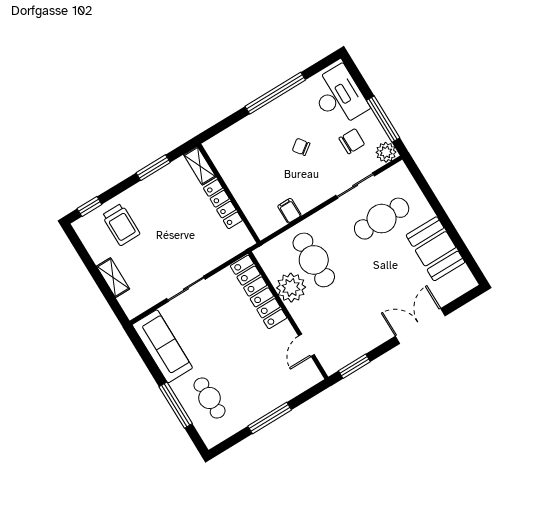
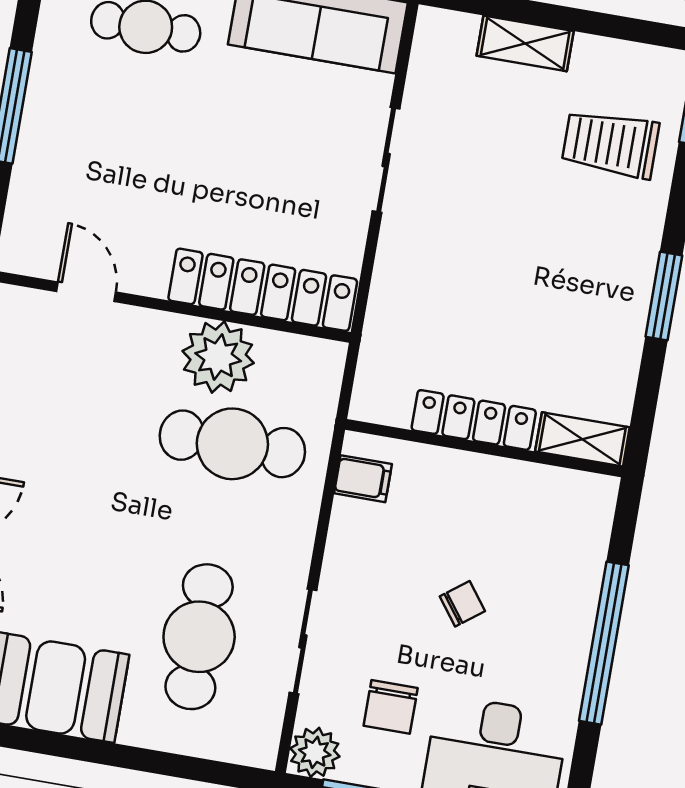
shelving: (200, 166) -> (582, 439), moved
wall: (229, 193) -> (484, 448), moved
locker: (223, 204) -> (474, 420), moved

